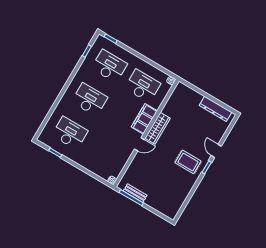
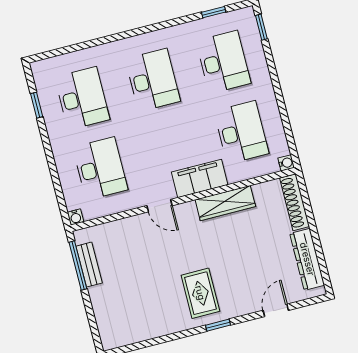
shoe rack: (189, 92) -> (295, 202), added
wardrobe: (158, 128) -> (225, 203), moved
door: (216, 151) -> (276, 310), moved
desk: (103, 153) -> (100, 169), added

